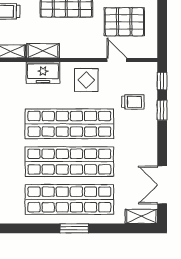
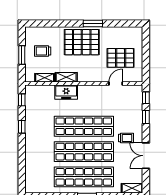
door: (117, 60) -> (116, 84), hinge flipped
display table: (86, 80) -> (95, 97), removed
trolley: (133, 102) -> (126, 138), moved
double door: (162, 185) -> (146, 156), moved

